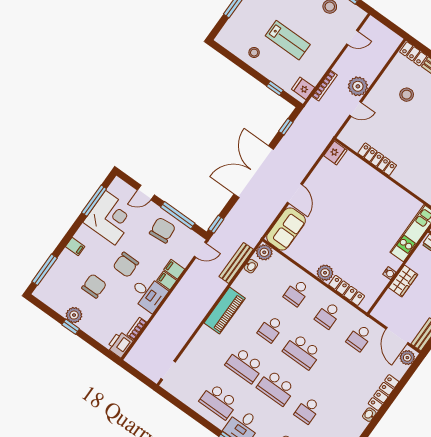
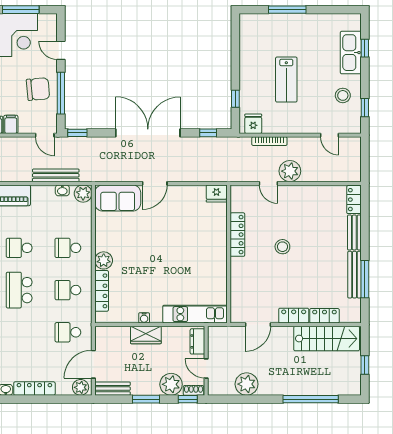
stool: (254, 53) -> (254, 58), removed
stool: (407, 95) -> (282, 247), moved

